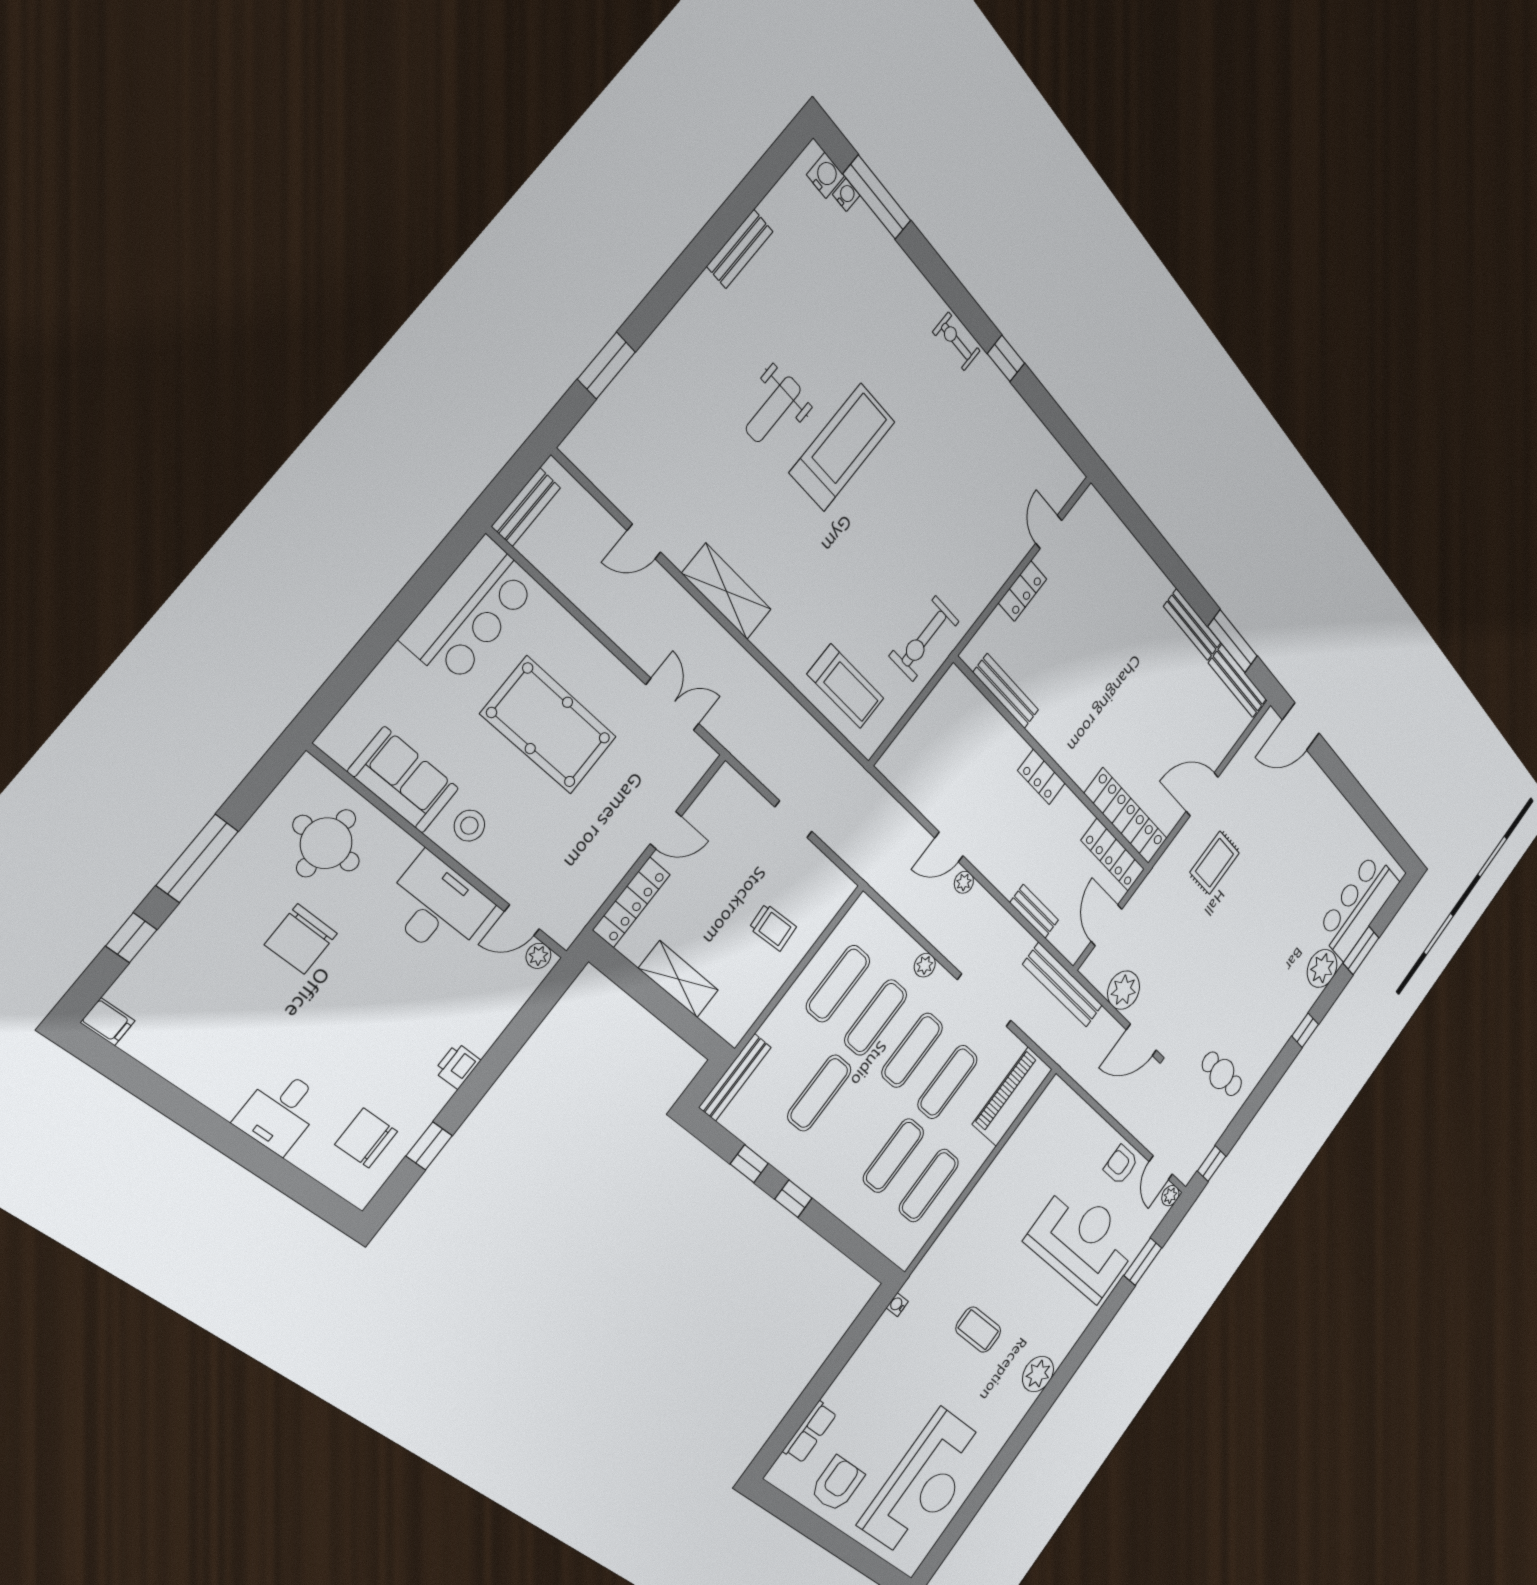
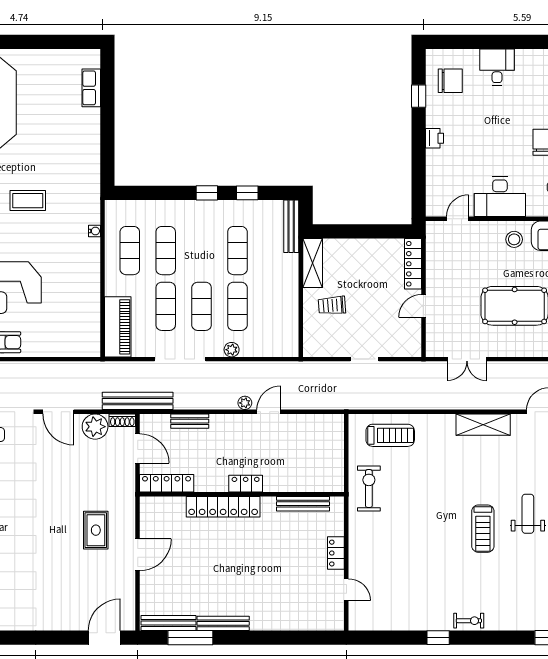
treadmill: (842, 447) -> (483, 529), width x0.73, depth x0.73
treadmill: (846, 686) -> (390, 435), turned 180
locker: (1126, 816) -> (223, 507), moved
plant: (538, 956) -> (437, 210), removed
shoe rack: (1094, 974) -> (122, 420), added
shelving: (678, 979) -> (313, 263), moved, turned 90
exercise mat: (838, 984) -> (273, 306), removed
door: (1141, 1040) -> (58, 412), swing flipped
water cooler: (897, 1305) -> (94, 231), moved
armchair: (837, 1484) -> (49, 72), removed

